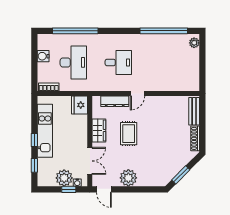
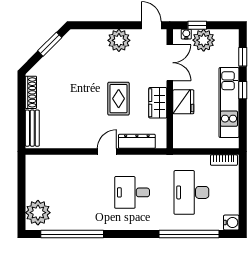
plant: (194, 43) -> (38, 213), width x1.88, depth x1.88
water cooler: (43, 56) -> (231, 223), moved
fridge: (79, 105) -> (183, 102), moved
double door: (90, 161) -> (170, 63), swing flipped

